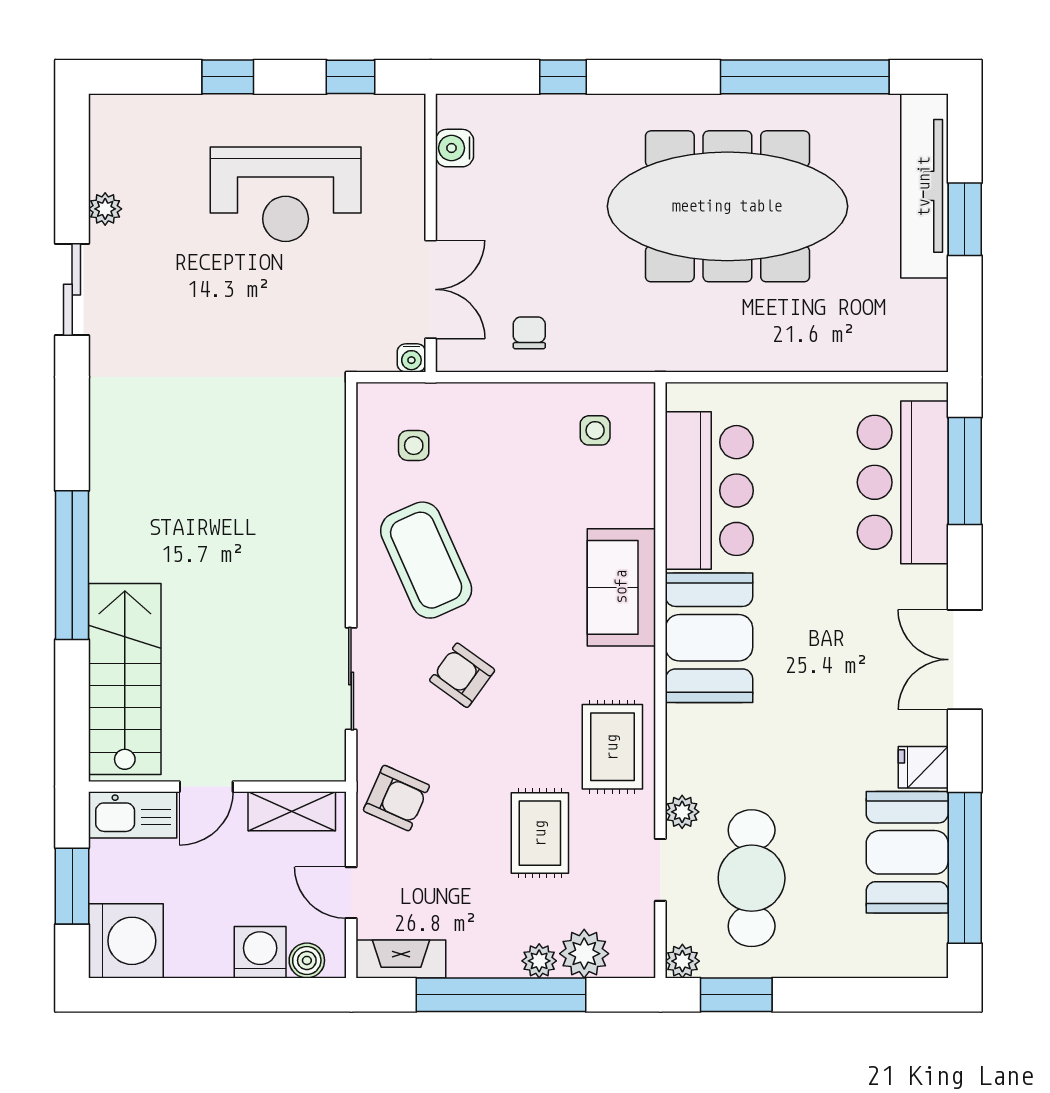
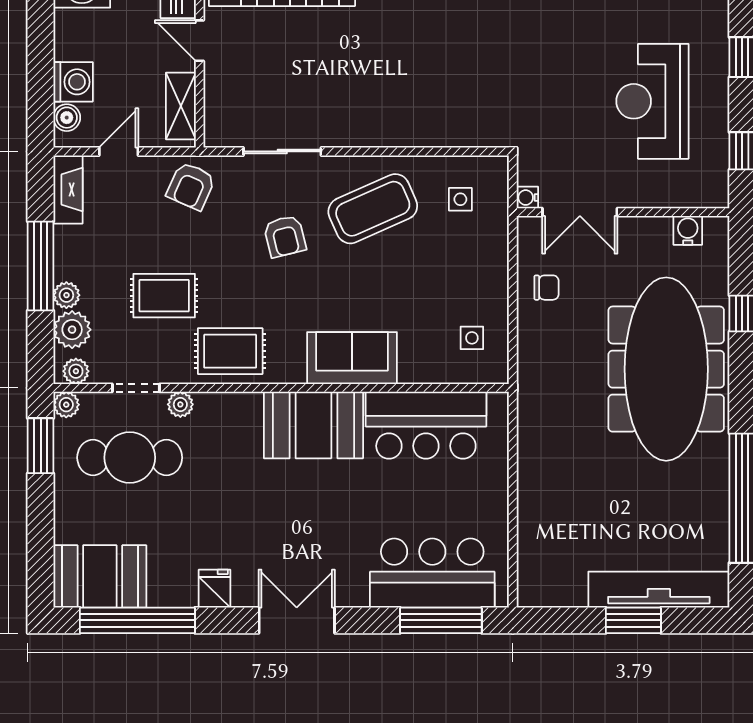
meeting table: (727, 206) -> (666, 369), moved
armchair: (462, 675) -> (285, 236), turned 130
booth: (907, 852) -> (100, 576), moved
plant: (639, 949) -> (76, 371), added
window: (501, 995) -> (41, 266), width x0.68

